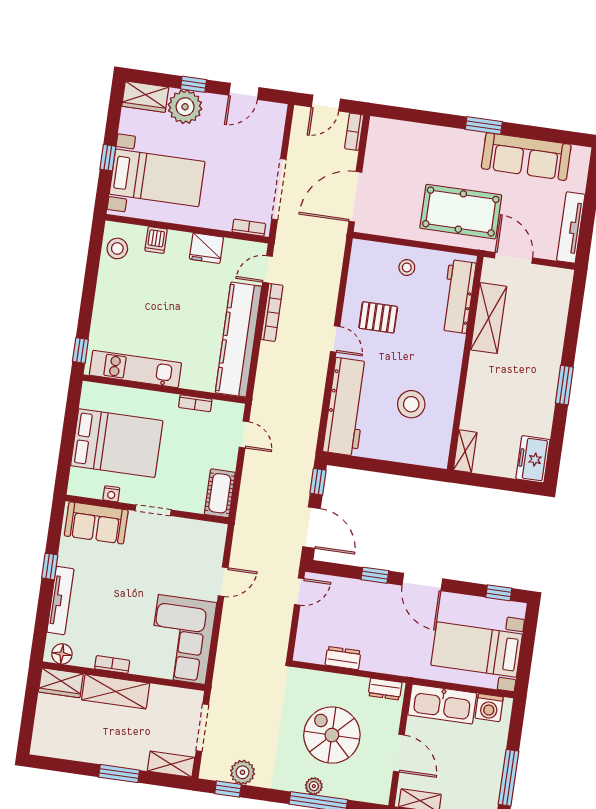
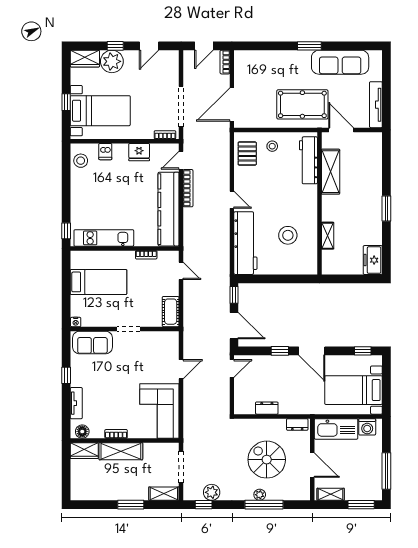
pallet: (378, 317) -> (247, 154), moved, turned 90
bed: (117, 443) -> (98, 282), width x0.67
shelving: (465, 451) -> (328, 236), moved
nightstand: (111, 494) -> (76, 322), moved
tv unit: (60, 601) -> (76, 403), width x0.71

